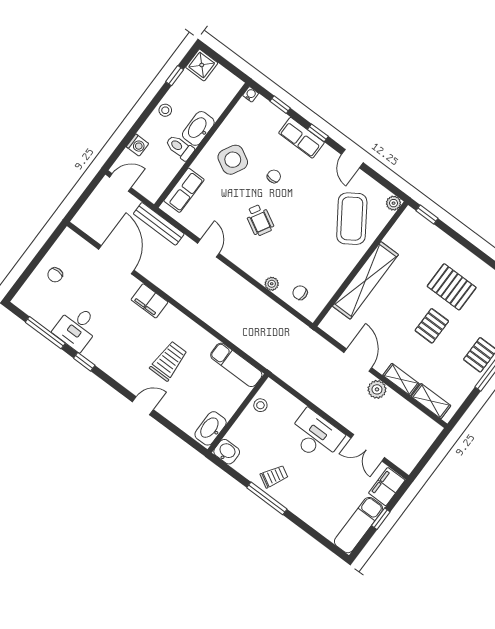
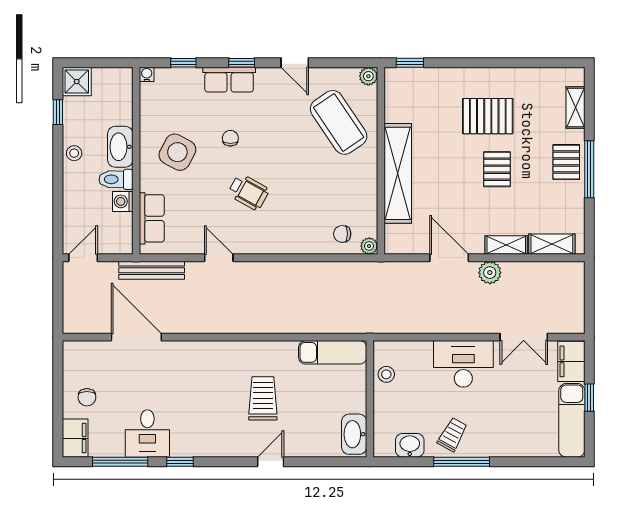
washing machine: (137, 145) -> (123, 201), moved, turned 180
plant: (272, 284) -> (369, 246), moved
filing cabinet: (149, 301) -> (75, 438), moved, turned -90
washbasin: (227, 452) -> (410, 445), moved

